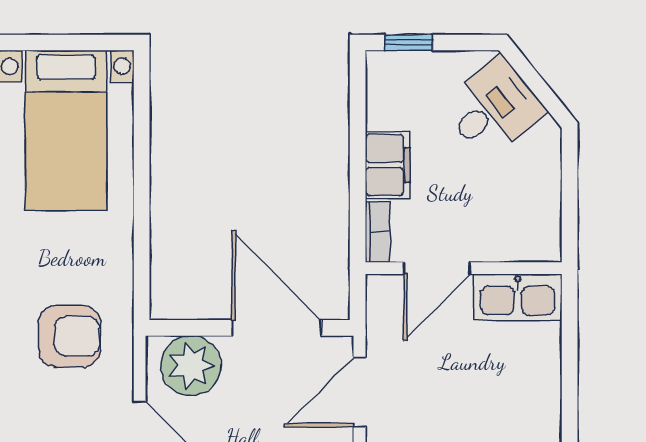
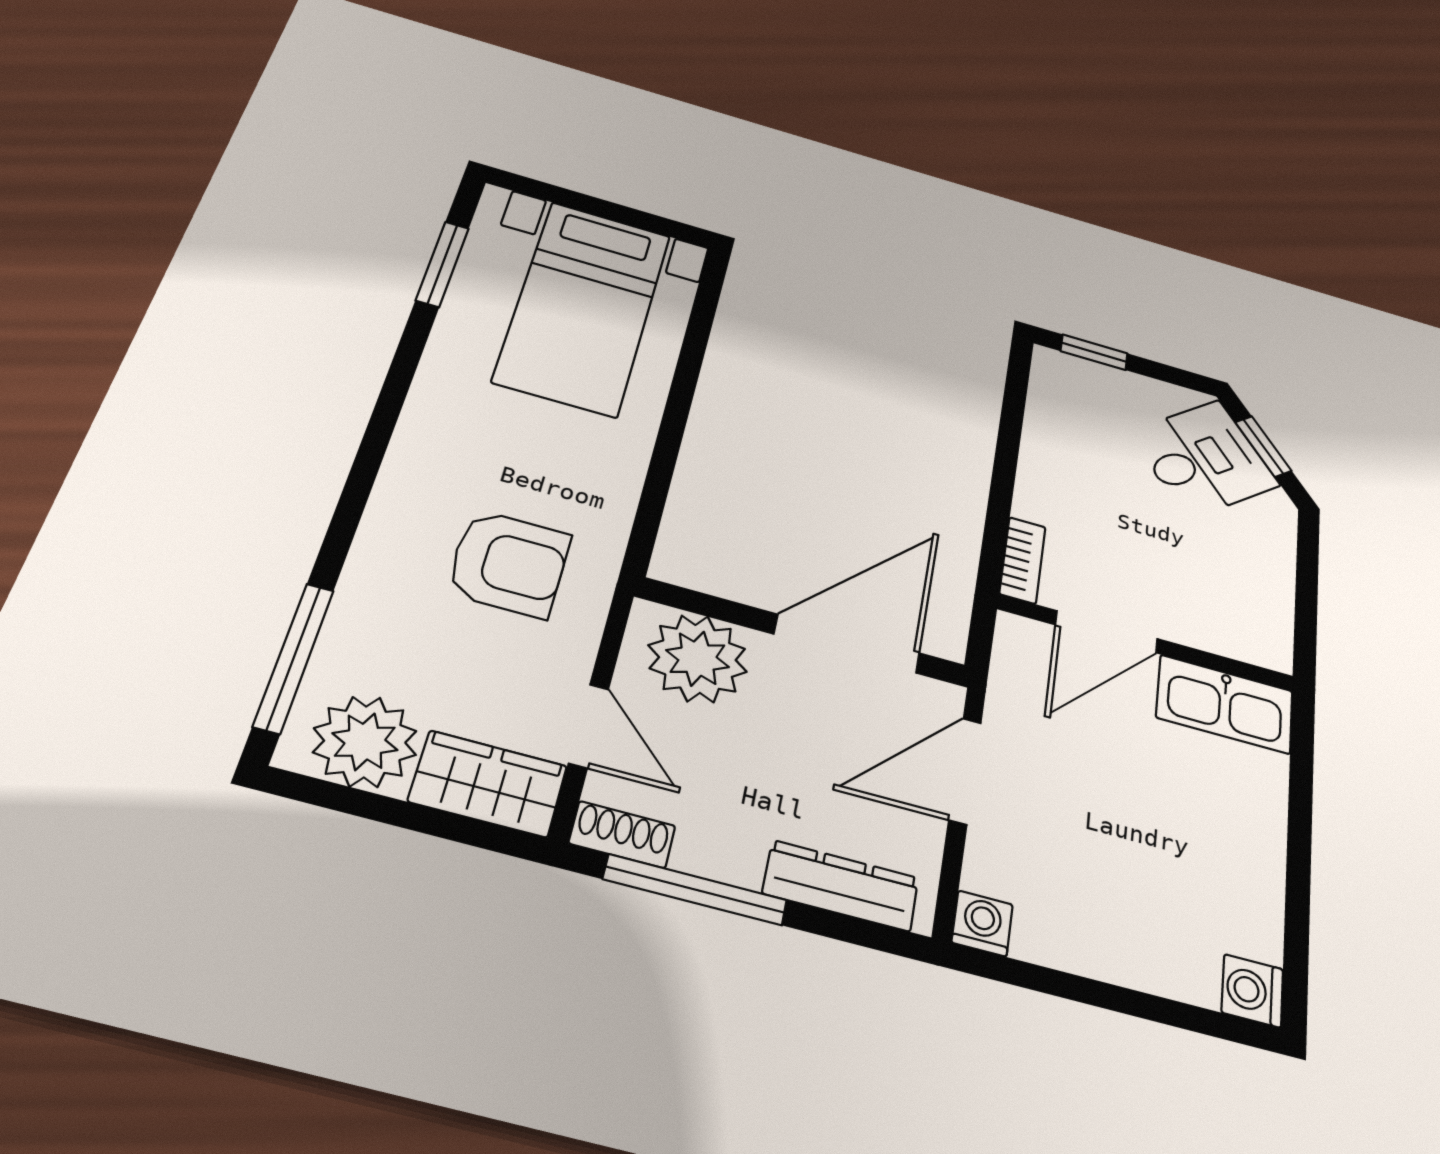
window: (535, 82) -> (1263, 446), added
filing cabinet: (388, 165) -> (1048, 482), removed
door: (276, 328) -> (847, 644), hinge flipped

